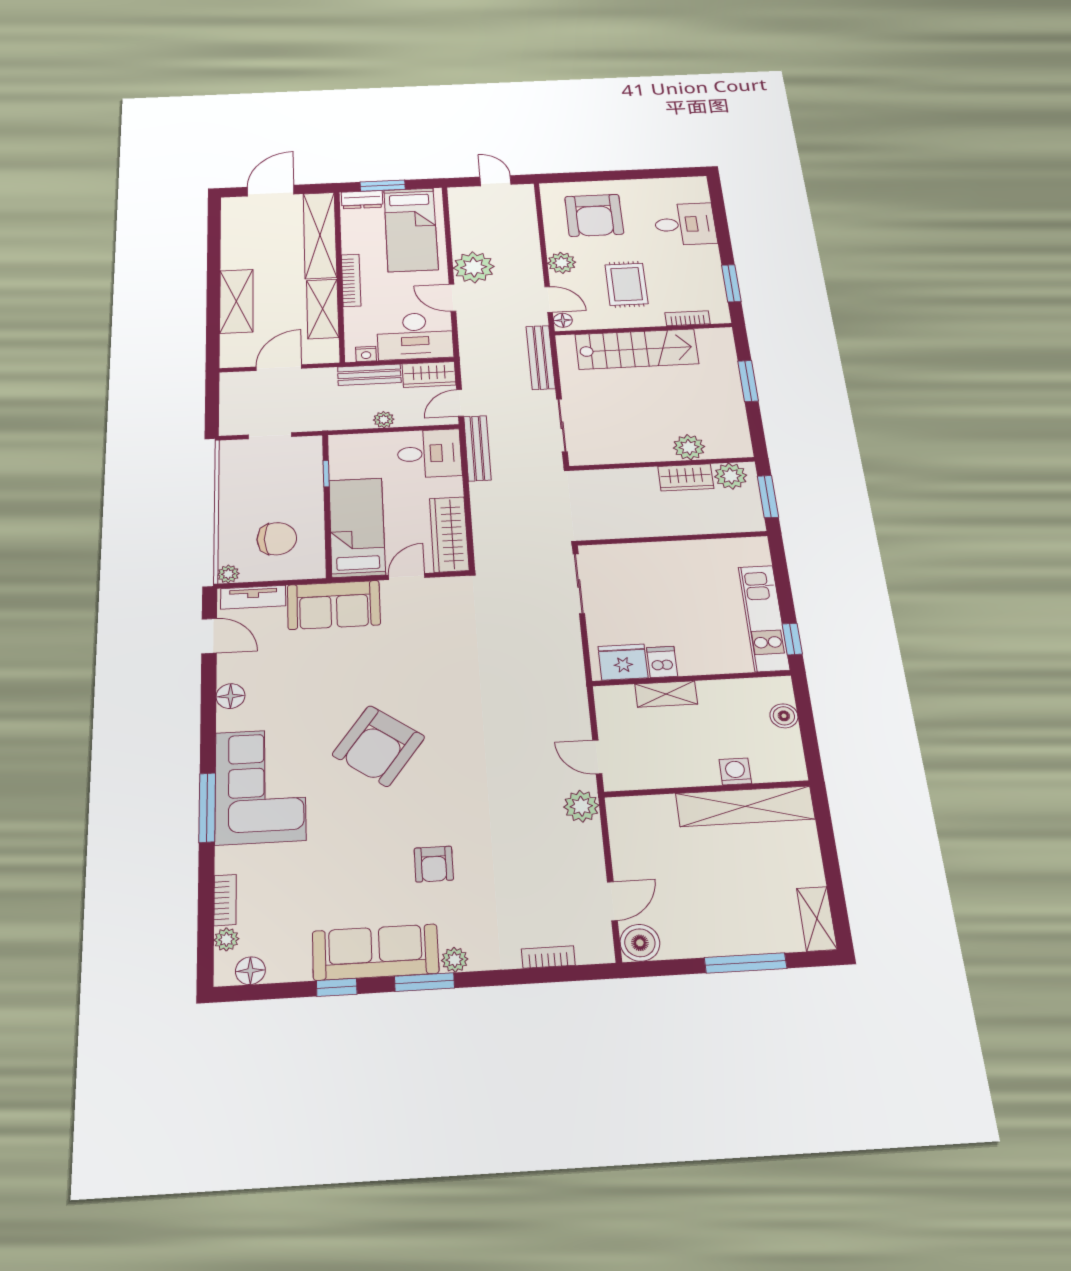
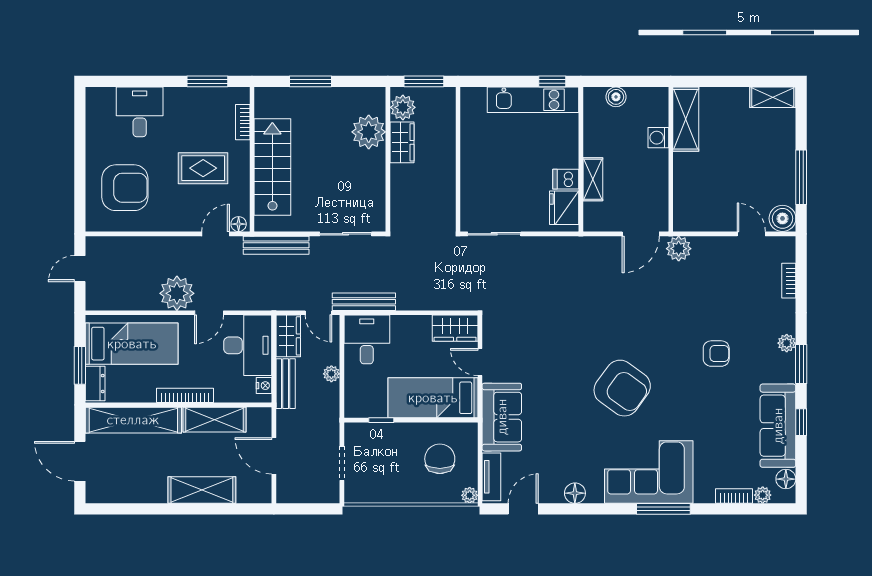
plant: (562, 263) -> (176, 220), removed
plant: (689, 447) -> (369, 132), width x1.36, depth x1.36
wardrobe: (449, 534) -> (455, 328), width x0.67
door: (597, 757) -> (641, 234), width x1.38
shelving: (745, 806) -> (686, 119), width x0.68
sofa: (375, 952) -> (778, 426), moved
window: (746, 963) -> (801, 177), moved

